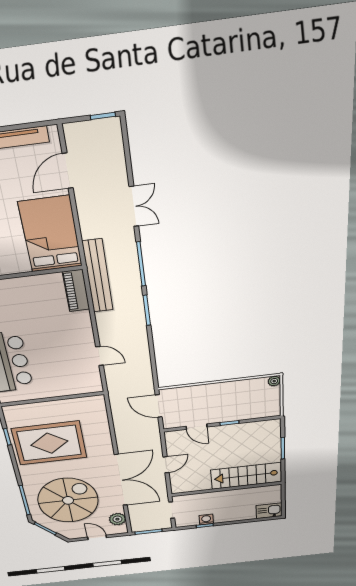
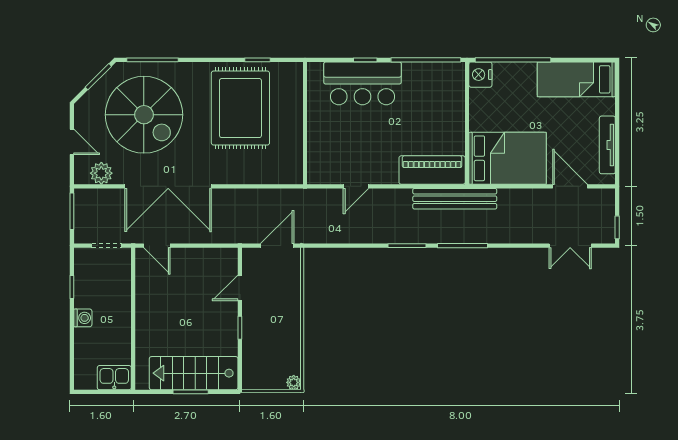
double door: (134, 206) -> (570, 246), moved
piano: (76, 291) -> (432, 170), width x1.37, depth x1.33
door: (166, 465) -> (157, 246), moved
stairs: (246, 476) -> (194, 373), moved, turned -90
kitchen sink: (269, 511) -> (114, 378), moved, turned -90
washing machine: (206, 519) -> (83, 318), moved
door: (97, 537) -> (72, 142), hinge flipped

